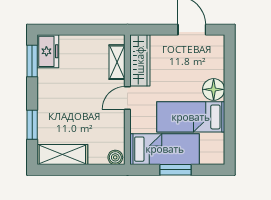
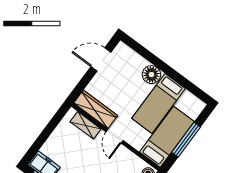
window: (176, 170) -> (186, 140), width x1.44

